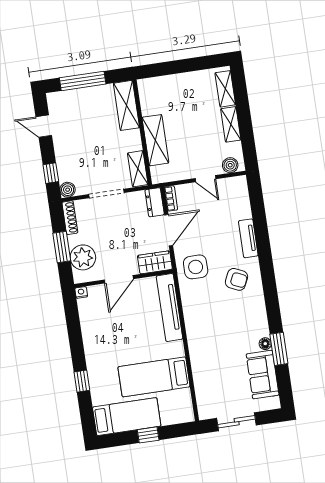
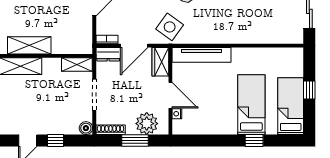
shelving: (155, 140) -> (29, 45), moved
window: (51, 173) -> (55, 141), moved
door: (169, 230) -> (134, 46), swing flipped
side table: (196, 267) -> (170, 27), turned 36
nightstand: (81, 292) -> (177, 114), moved
bed: (154, 377) -> (251, 105), moved, turned 180

